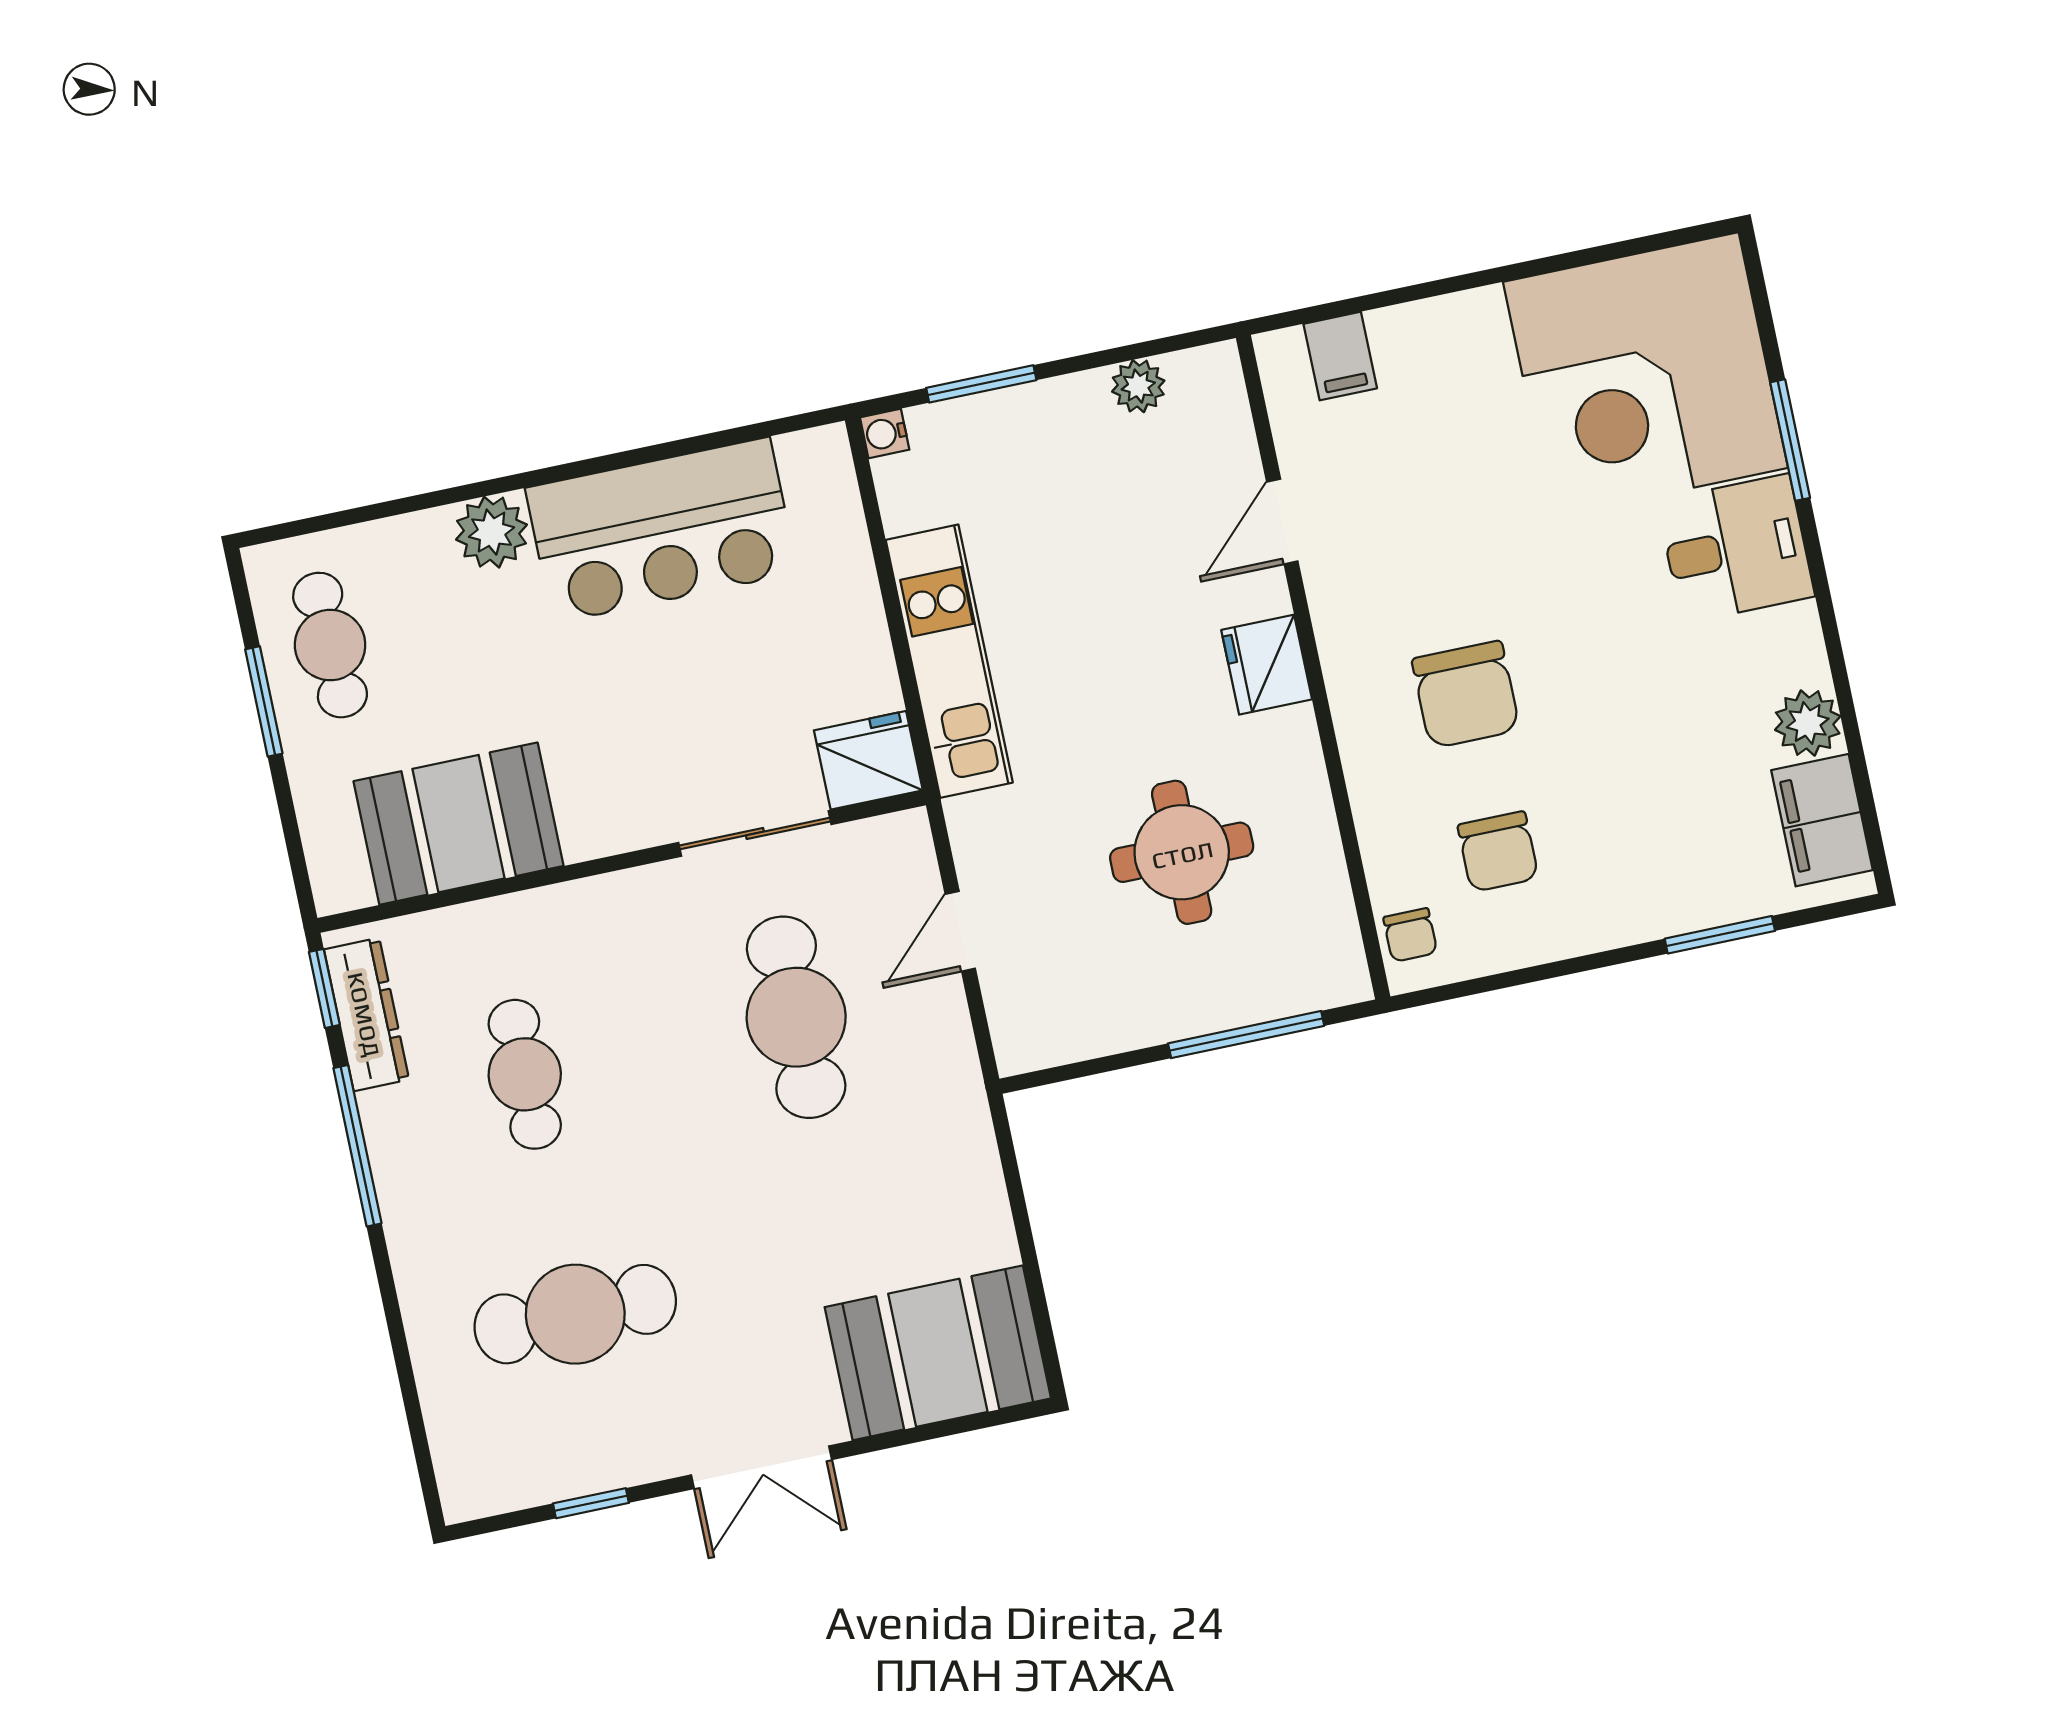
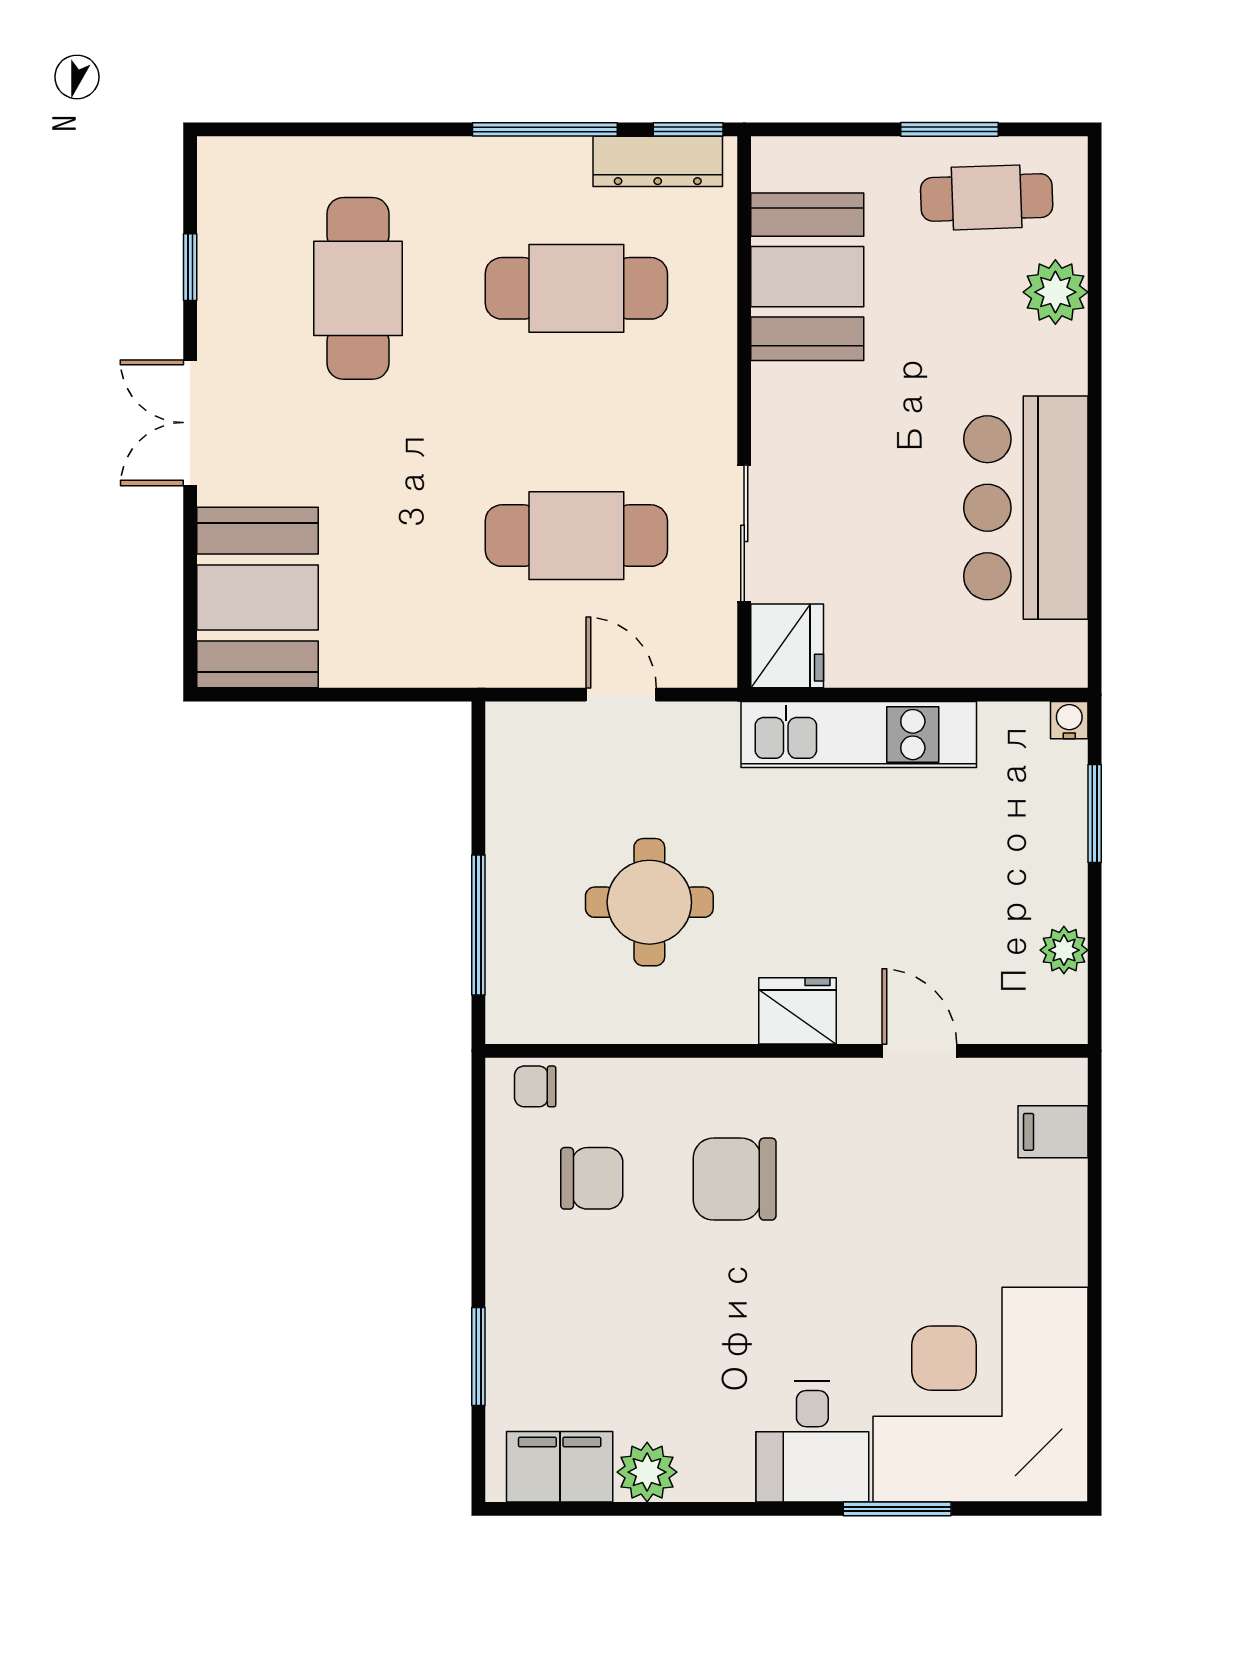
plant: (492, 532) -> (1055, 292), moved
chair: (1498, 852) -> (592, 1178), turned 180
cafe table: (525, 1074) -> (576, 288), width x1.37, depth x1.35

